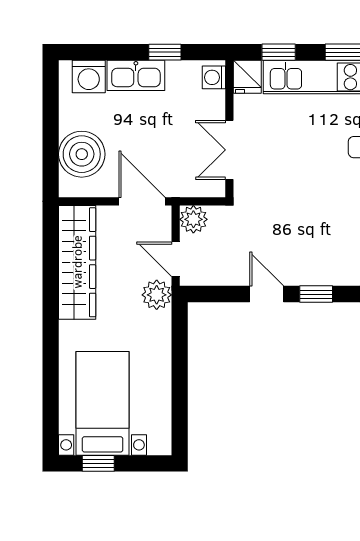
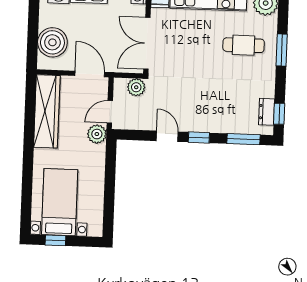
double door: (229, 150) -> (147, 43), width x1.37
plant: (193, 219) -> (136, 87), moved
door: (176, 259) -> (110, 112), hinge flipped

